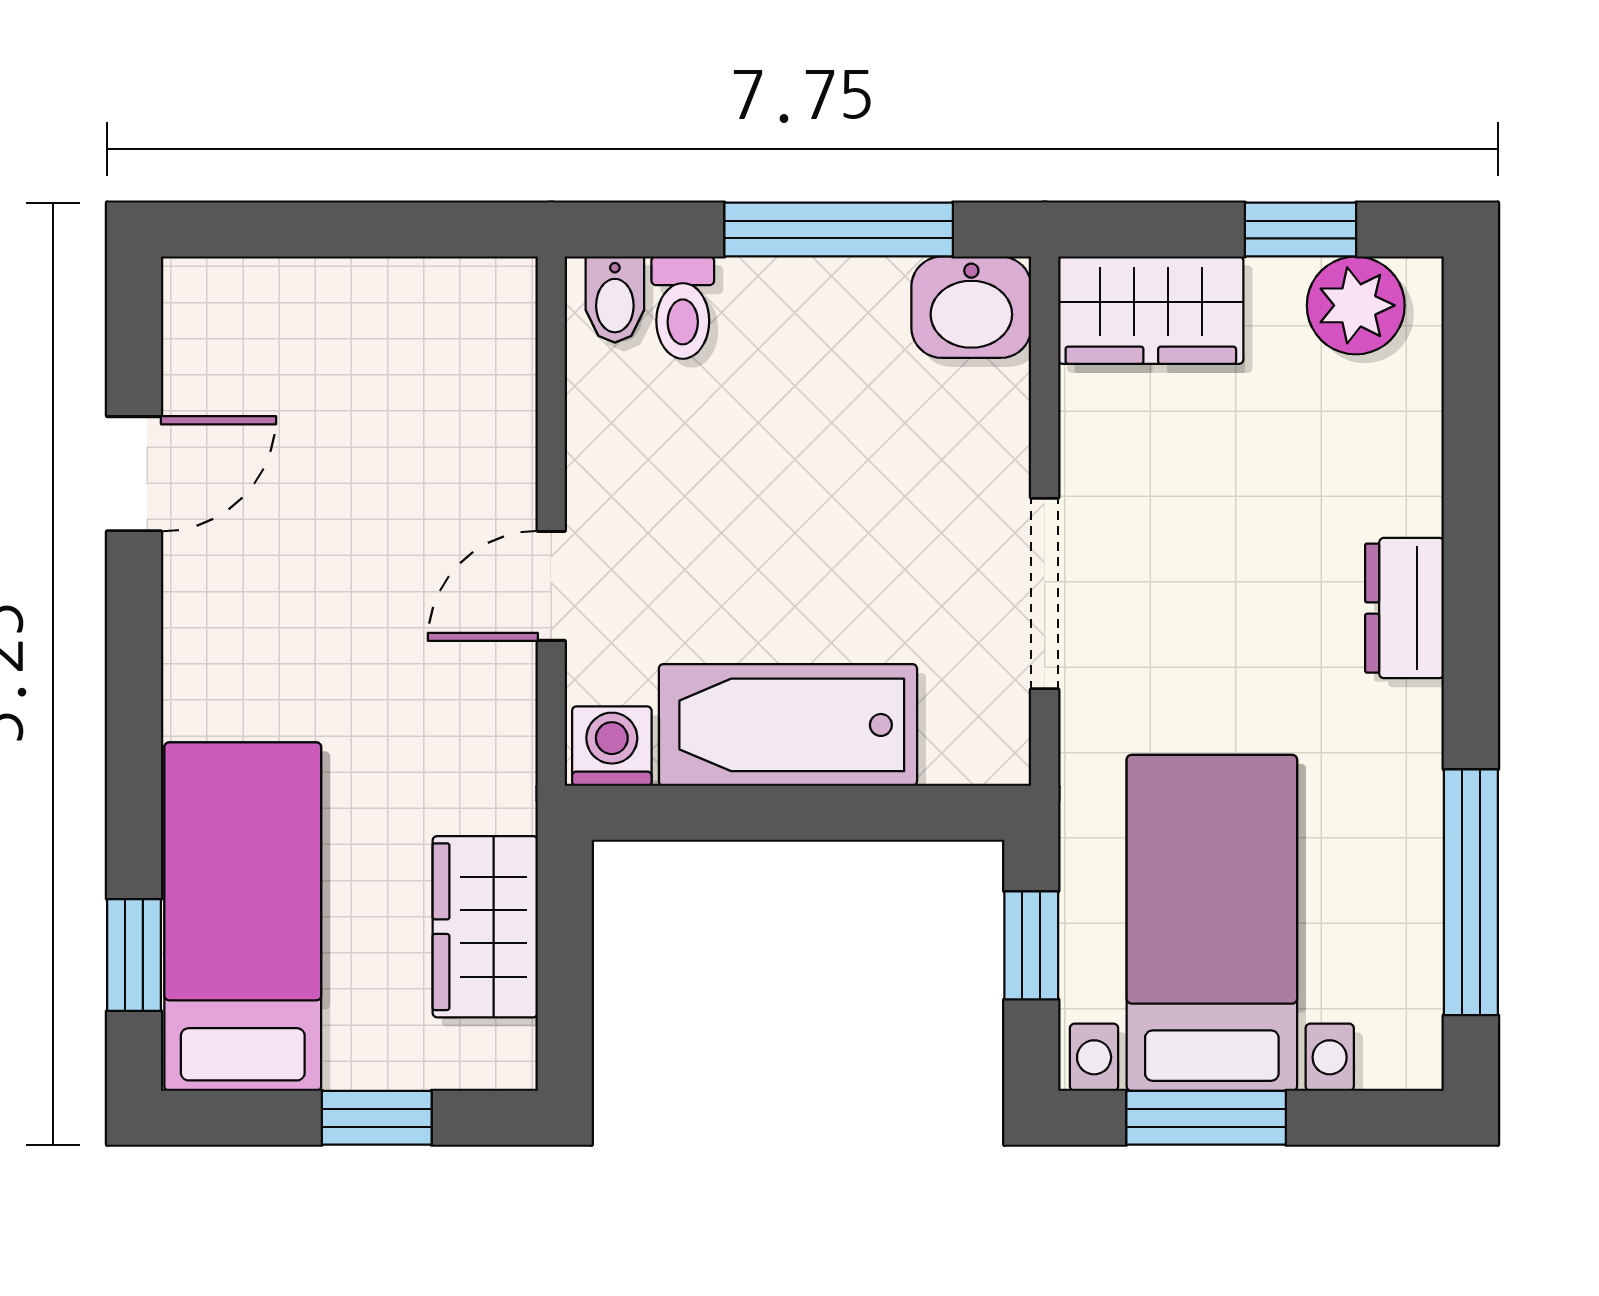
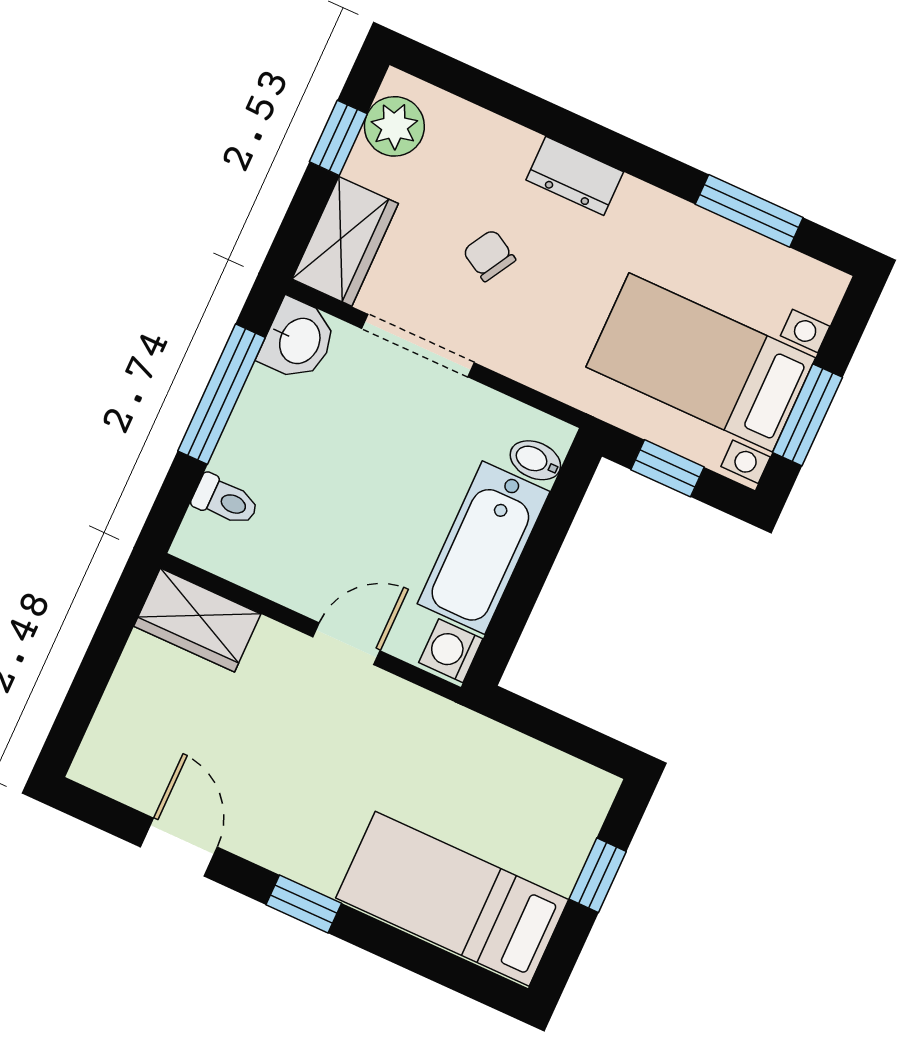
bidet: (615, 300) -> (535, 460), moved, turned 180
chair: (1228, 534) -> (489, 255), added
door: (551, 586) -> (347, 644), swing flipped
doorway: (1045, 594) -> (418, 346), moved
window: (1471, 892) -> (749, 211), width x0.69
wardrobe: (485, 927) -> (197, 620), moved
window: (134, 955) -> (304, 904), moved

